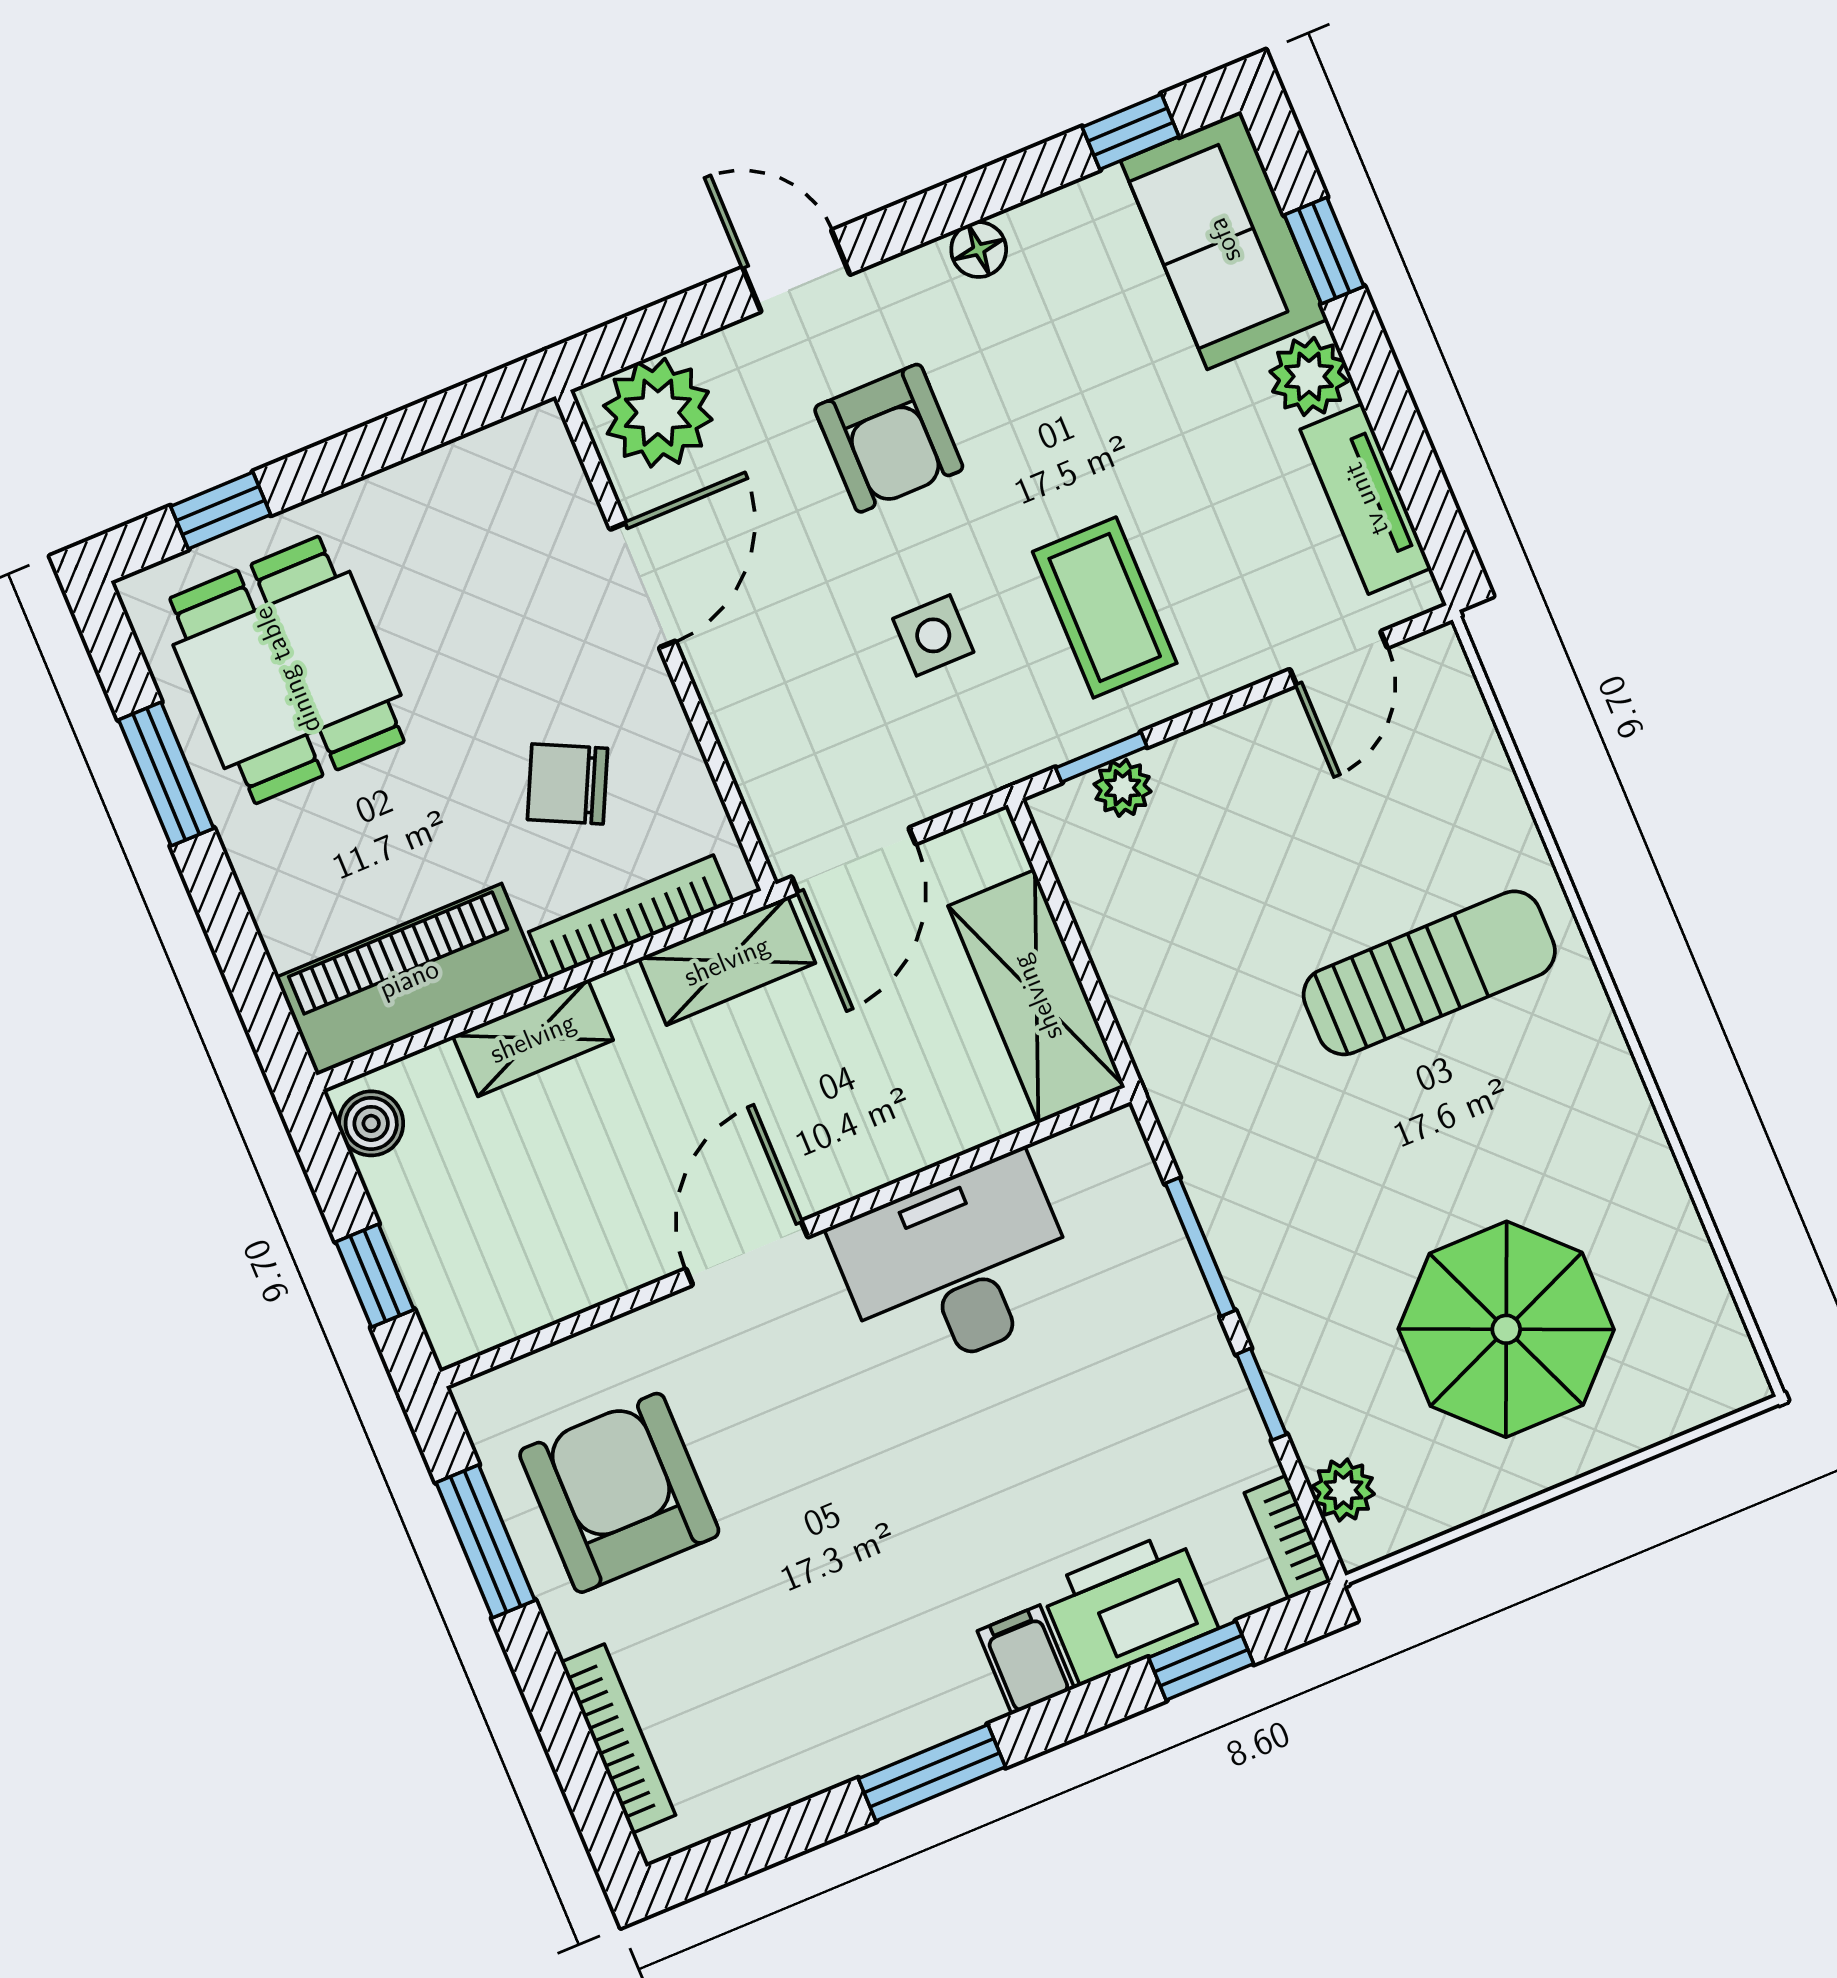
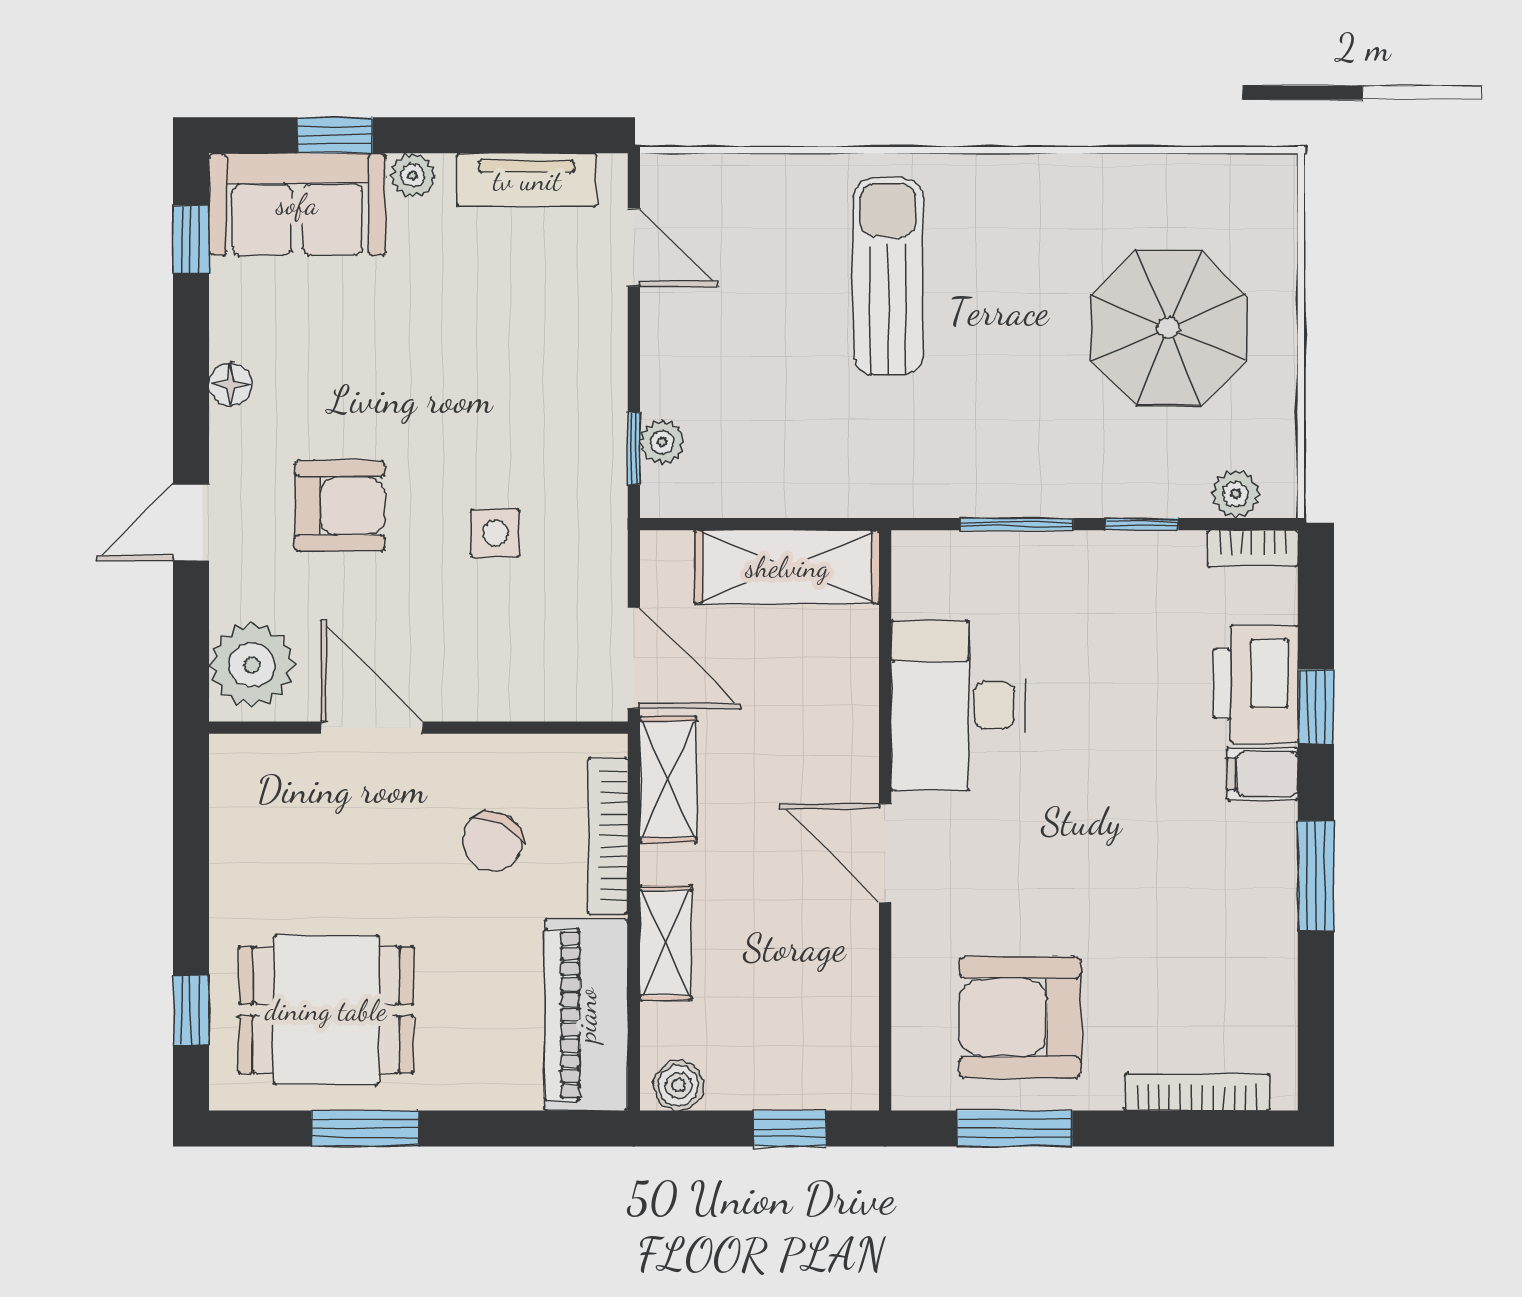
plant: (1309, 376) -> (413, 176), width x0.73, depth x0.73
coffee table: (1105, 607) -> (527, 401), removed
window: (1201, 1661) -> (1316, 707), moved

